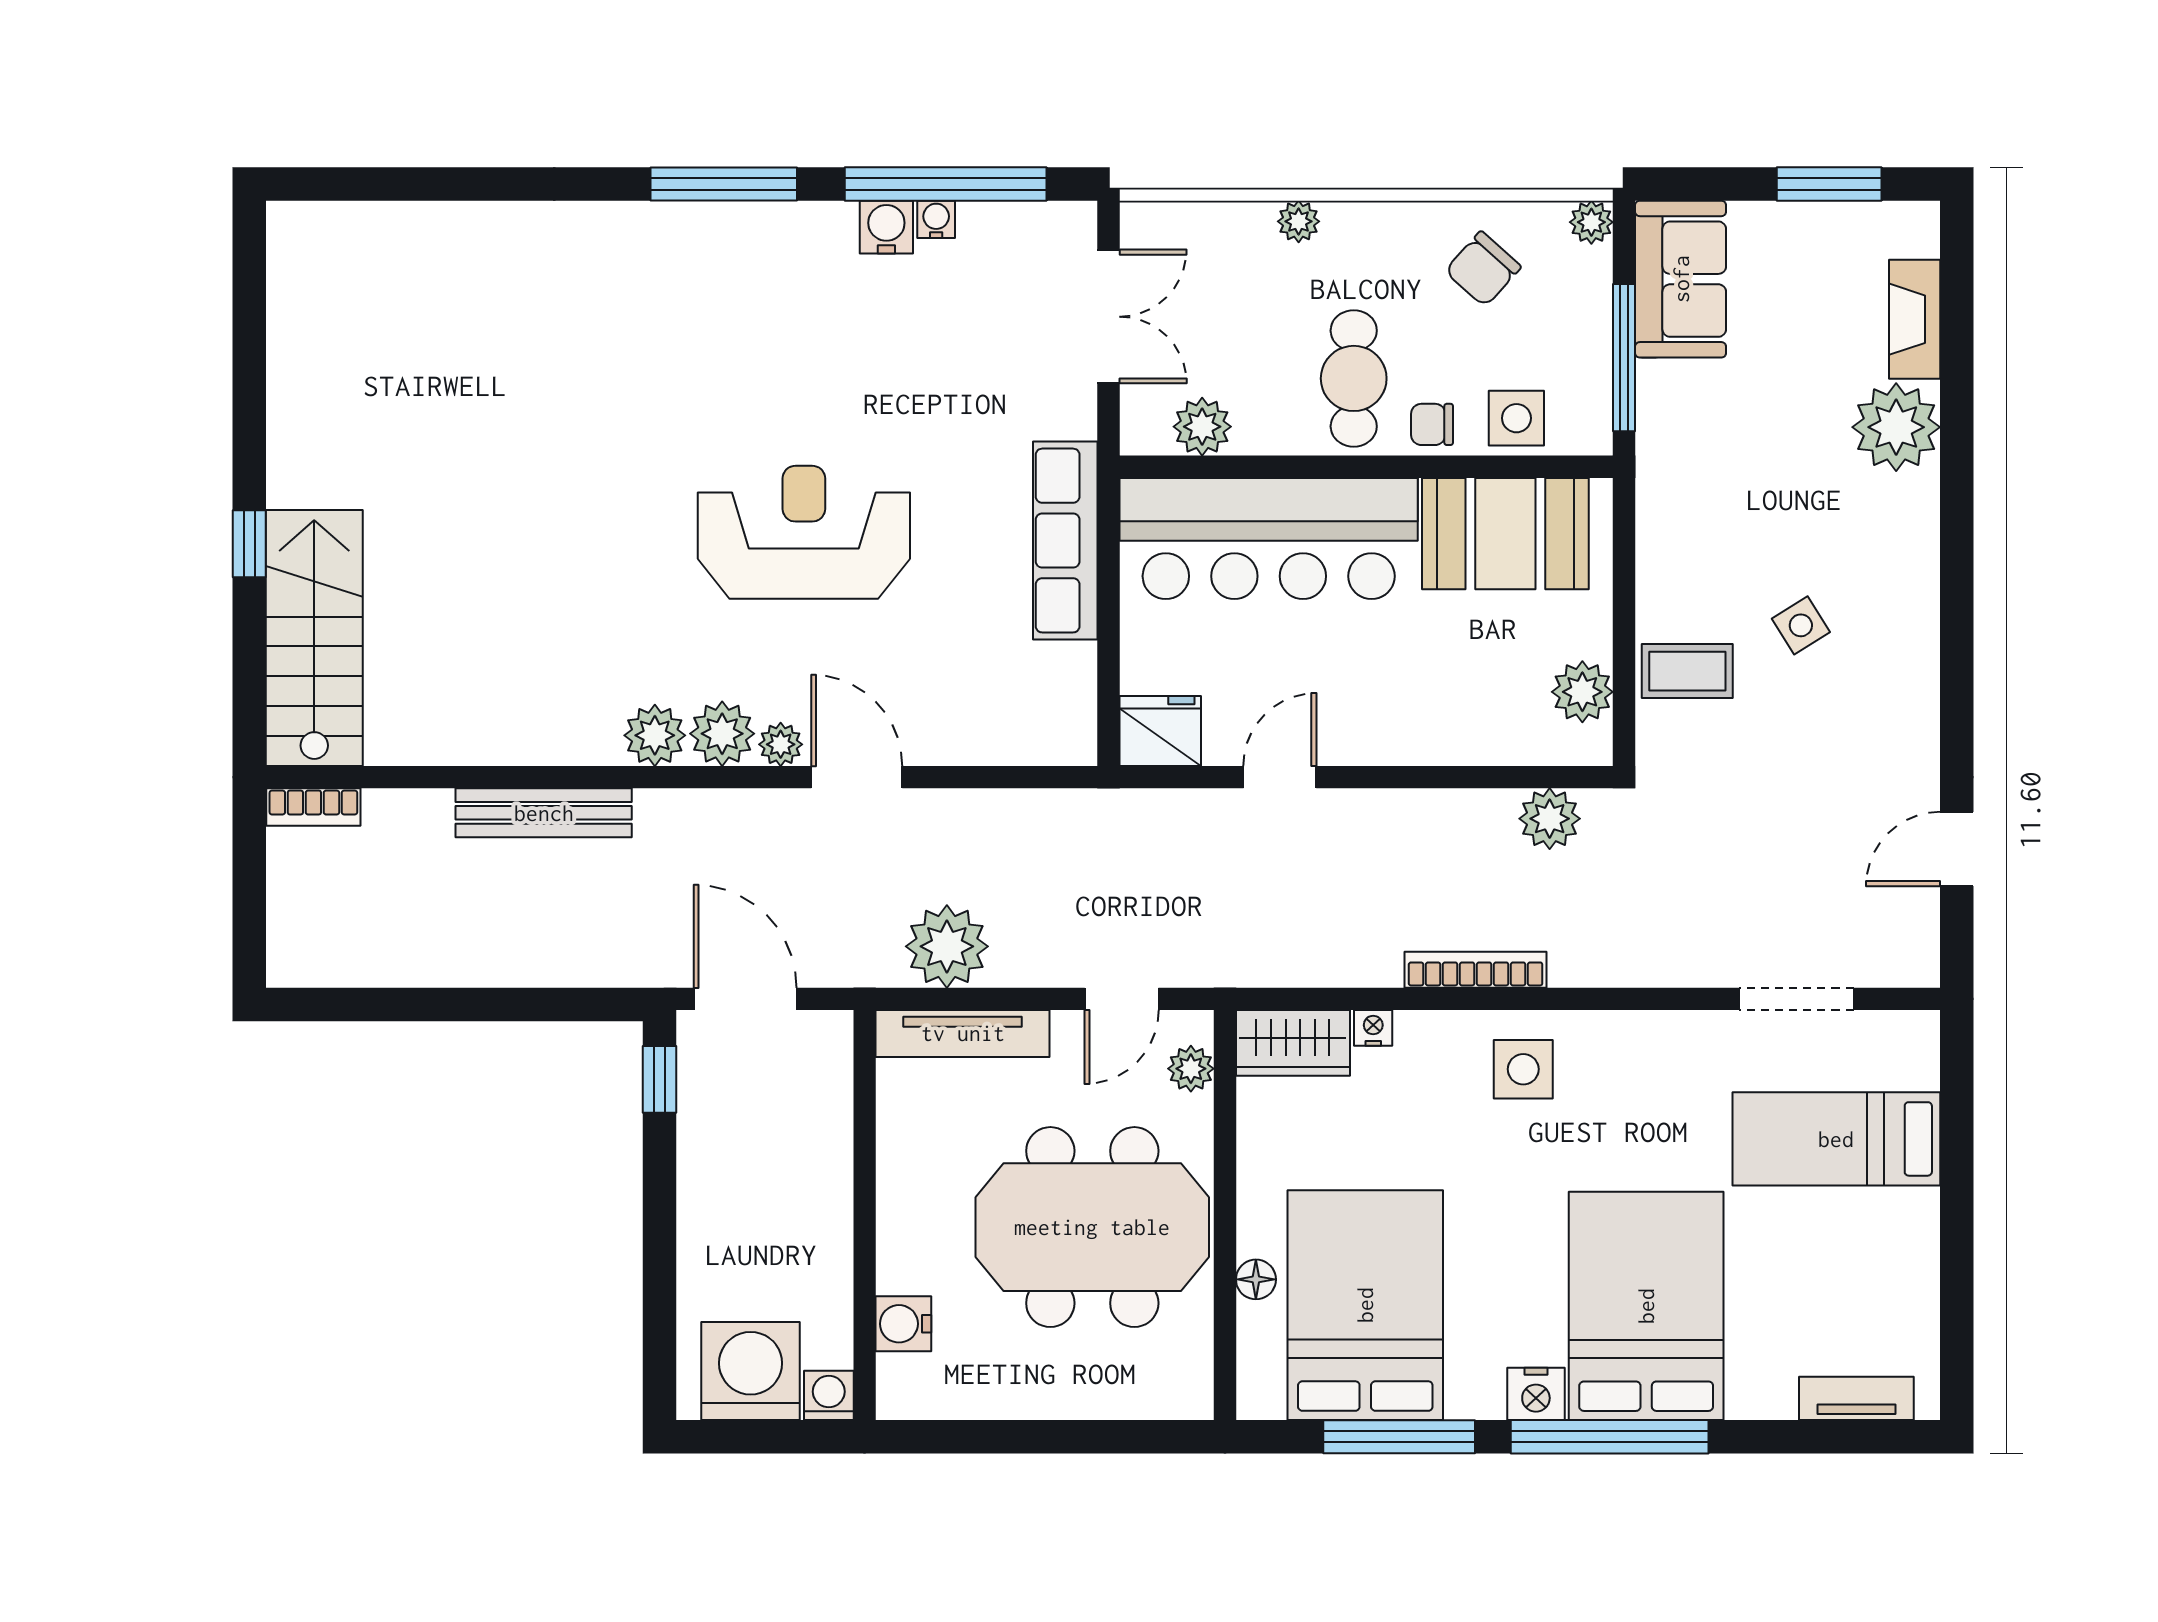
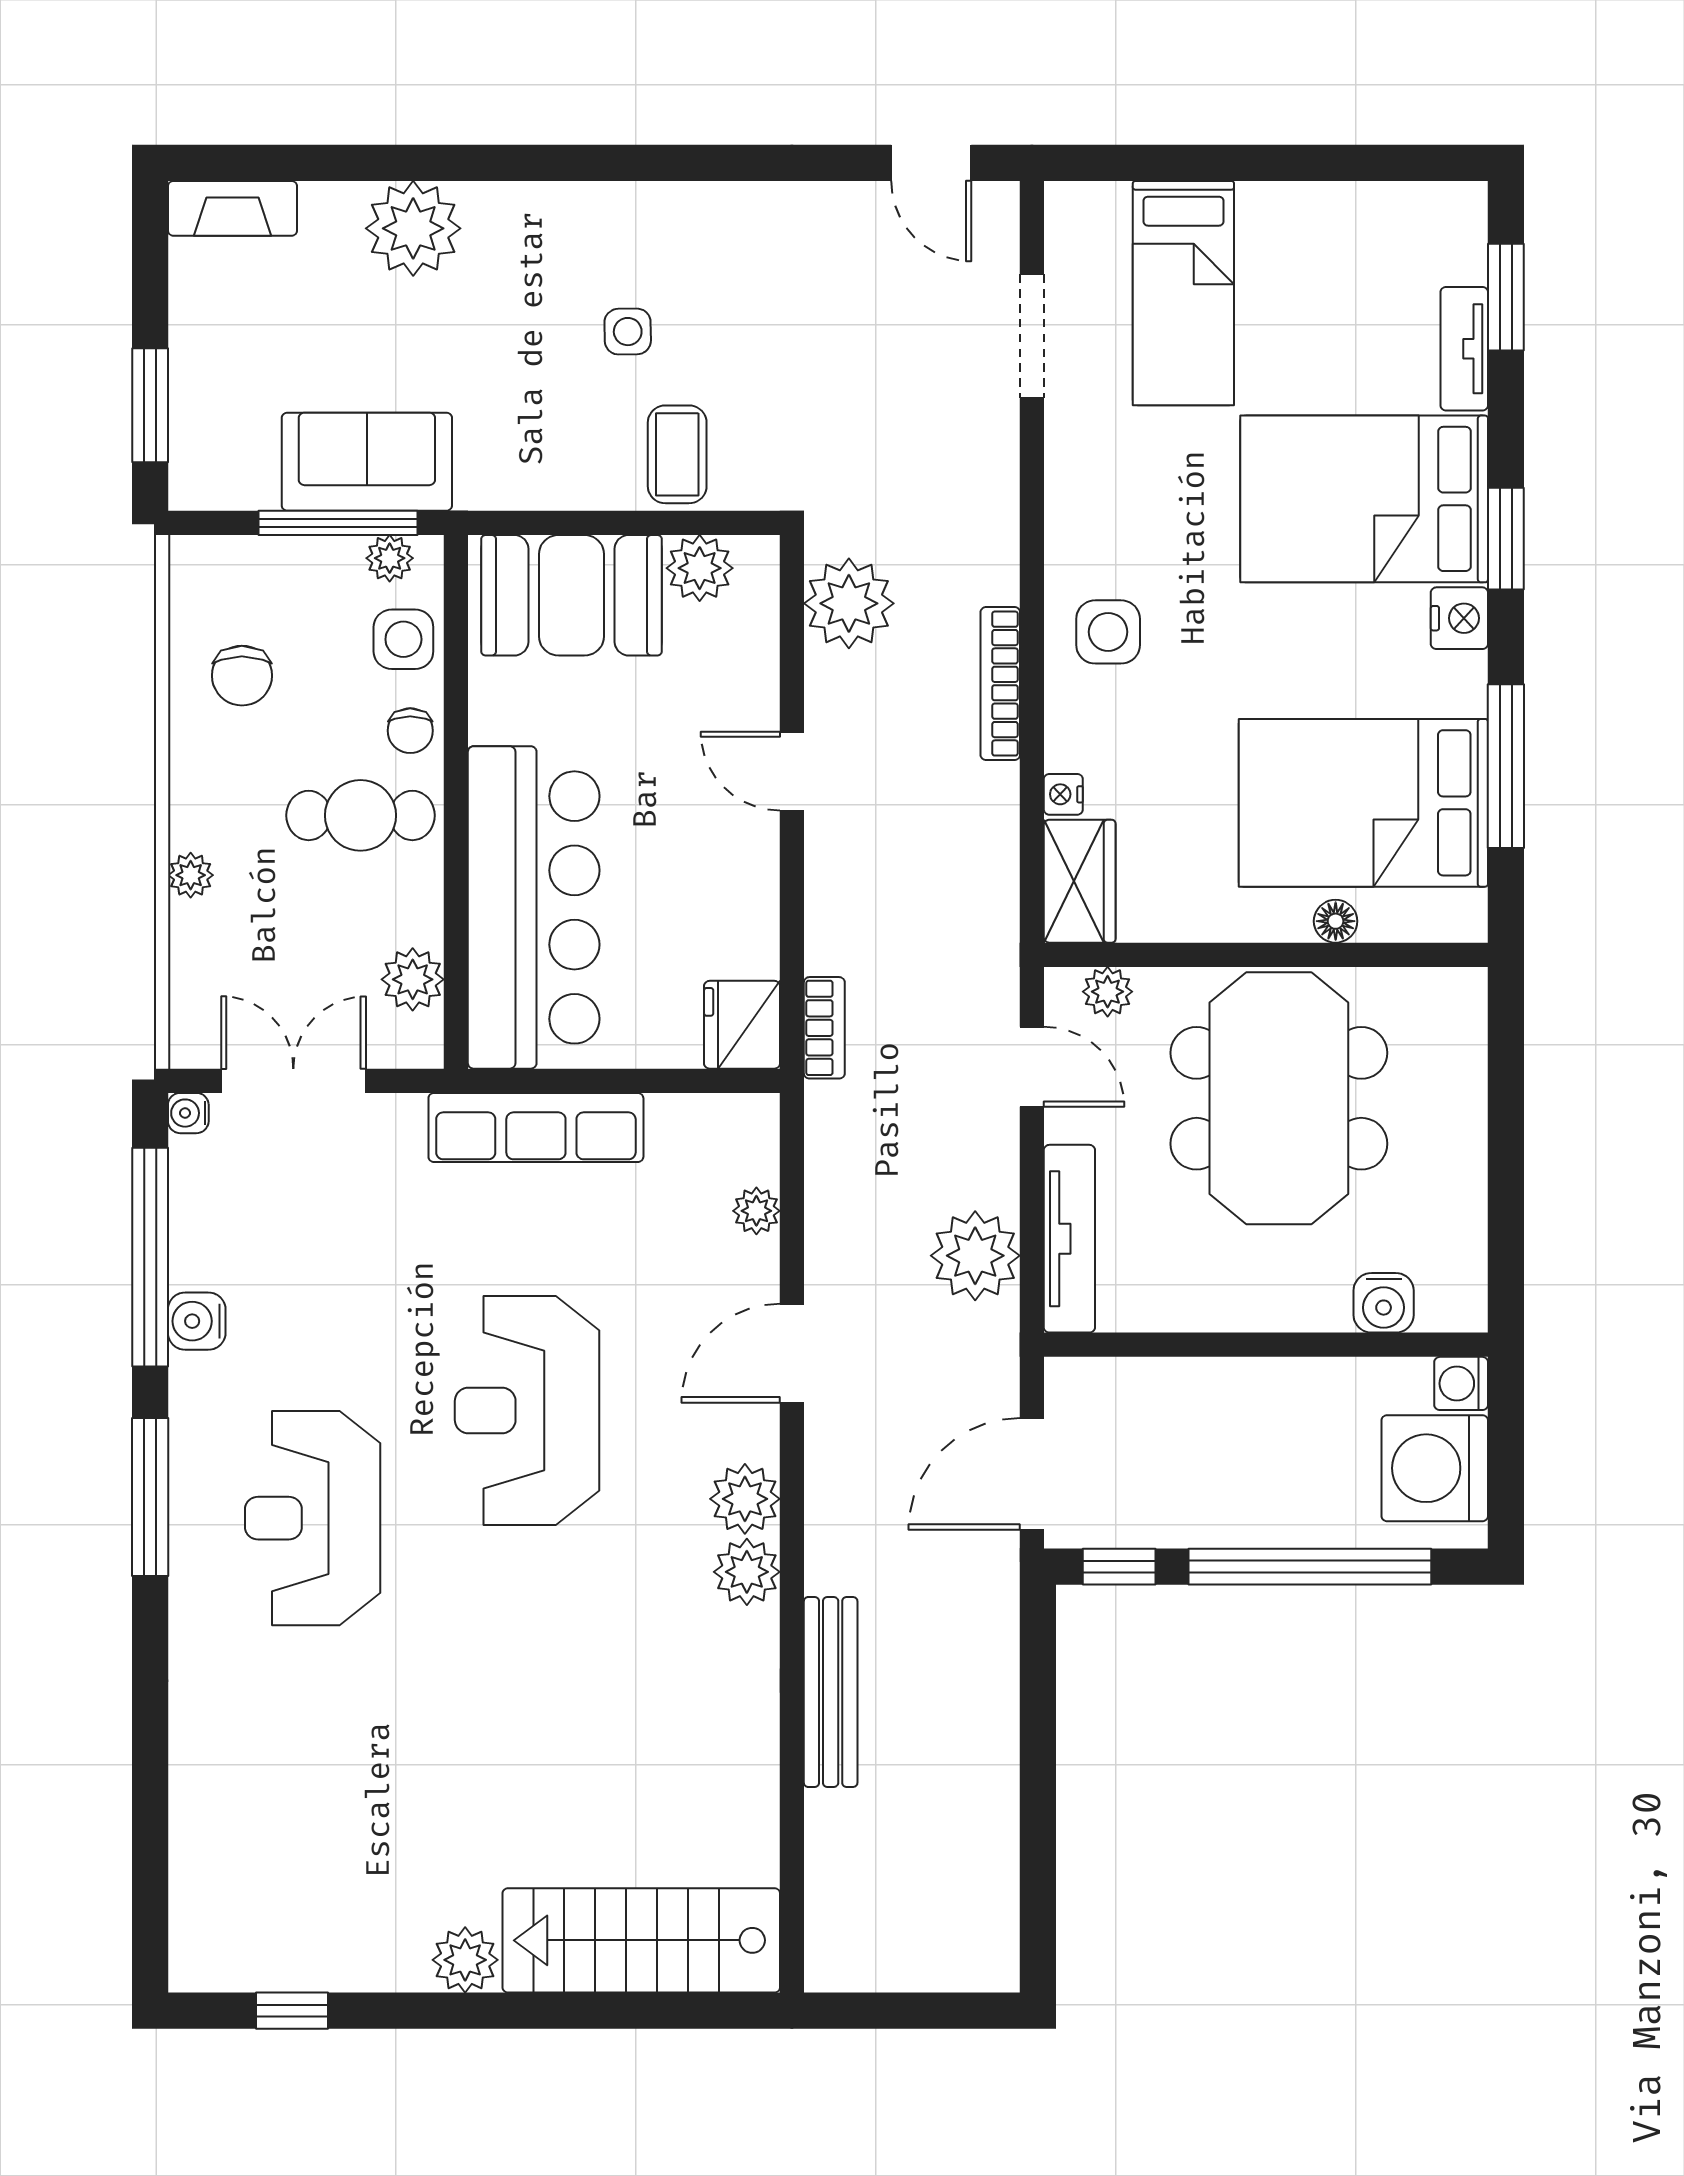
window: (1829, 184) -> (150, 405), moved
water cooler: (936, 219) -> (188, 1113), moved
plant: (1591, 222) -> (390, 558), moved
chair: (1483, 269) -> (242, 676), turned 48
sofa: (1681, 279) -> (367, 462), moved
fireplace: (1915, 319) -> (232, 208), moved
reception desk: (704, 334) -> (313, 1518), added
plant: (296, 475) -> (465, 1960), added
booth: (1505, 534) -> (571, 595), moved, turned 90
window: (249, 544) -> (292, 2011), moved
side table: (1801, 625) -> (628, 332), turned 31
plant: (781, 744) -> (756, 1211), moved
door: (1280, 777) -> (792, 771), moved
bookcase: (313, 807) -> (824, 1028), moved
plant: (1550, 819) -> (849, 603), width x1.36, depth x1.36
door: (1957, 849) -> (931, 163), moved
window: (659, 1256) -> (1310, 1567), added
tv unit: (1856, 1398) -> (1464, 349), moved
window: (1610, 1437) -> (1506, 539), width x0.47
window: (1833, 1437) -> (1506, 297), added

